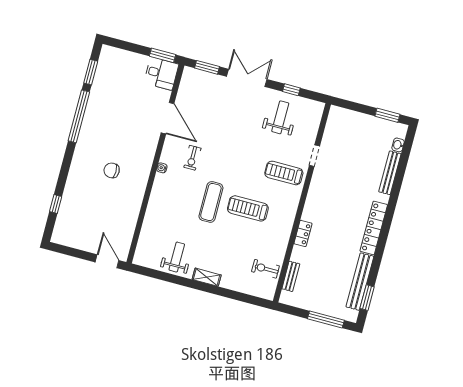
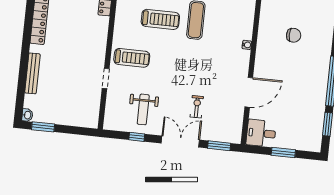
window: (162, 55) -> (283, 153), moved
double door: (247, 78) -> (180, 142), swing flipped
door: (167, 118) -> (249, 92), swing flipped
washbasin: (398, 145) -> (27, 115), moved
exercise bike: (192, 158) -> (197, 107), moved

